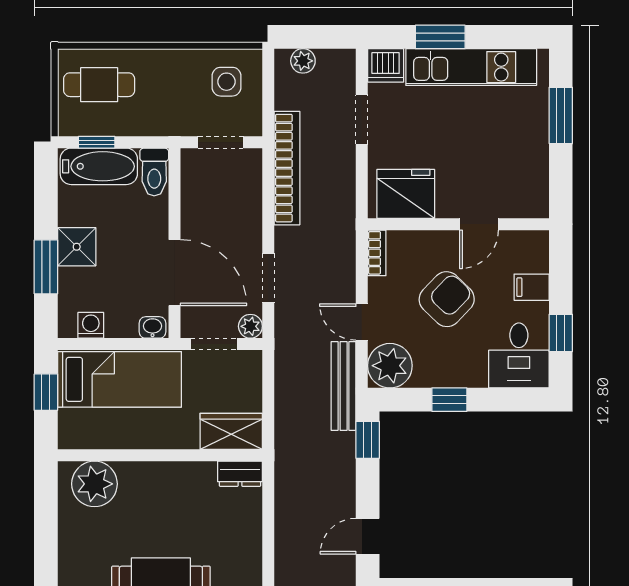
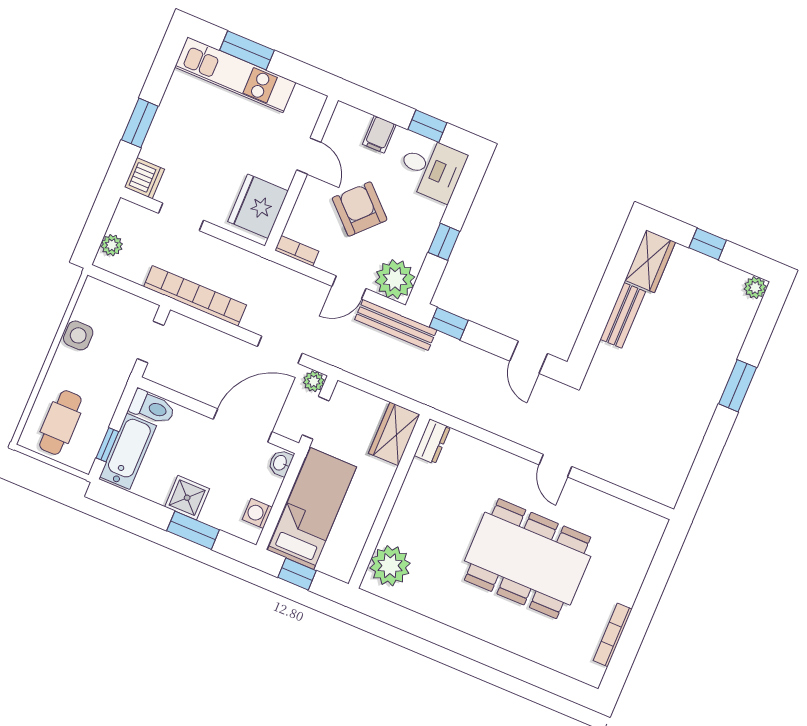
kitchen unit: (471, 67) -> (235, 75), moved, turned 90
side table: (226, 82) -> (78, 335), moved

